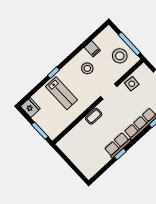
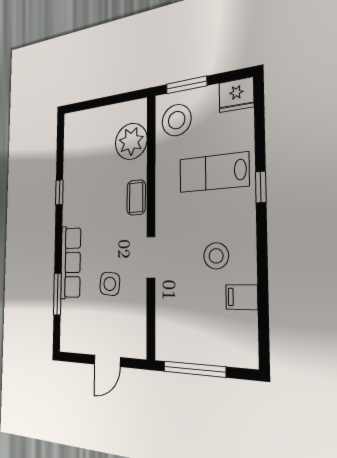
stool: (120, 56) -> (177, 120), moved
side table: (132, 84) -> (110, 284), moved
plant: (76, 137) -> (131, 141), added
row of seats: (118, 145) -> (72, 199), removed

